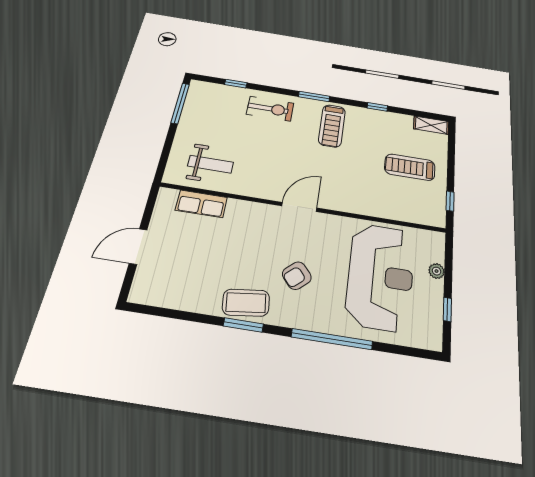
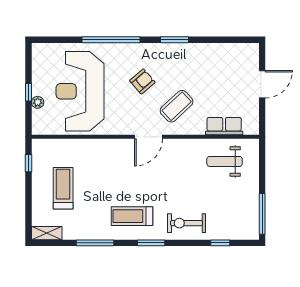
window: (377, 107) -> (95, 243), width x2.17
treadmill: (332, 126) -> (132, 216), turned -90
treadmill: (410, 167) -> (63, 188), turned -90
coffee table: (246, 303) -> (177, 106), moved, turned -36
window: (447, 310) -> (28, 92), moved

